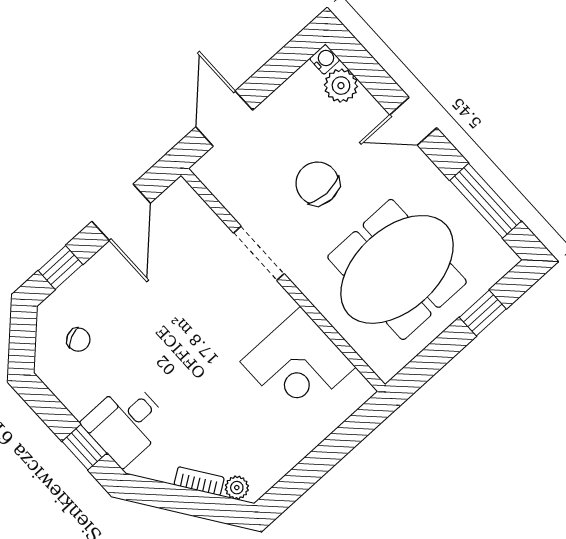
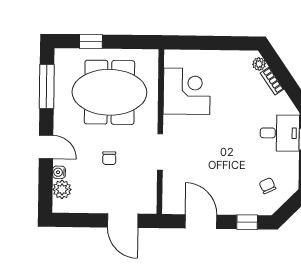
water cooler: (325, 59) -> (59, 172), moved
door: (224, 119) -> (123, 221), hinge flipped
chair: (317, 183) -> (109, 158), width x0.54, depth x0.54
door: (121, 212) -> (201, 222), hinge flipped

